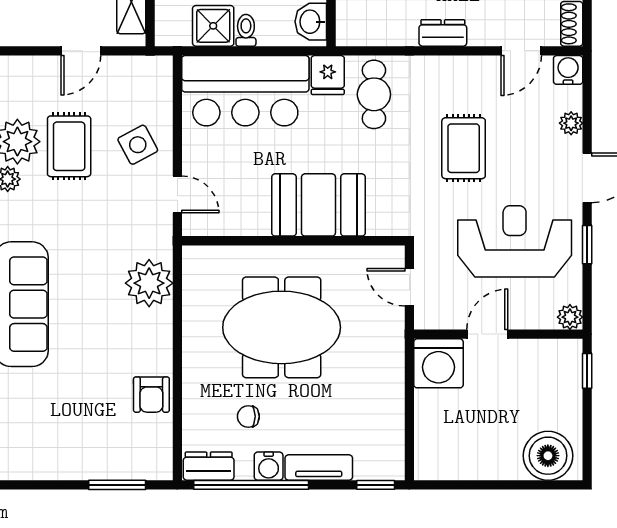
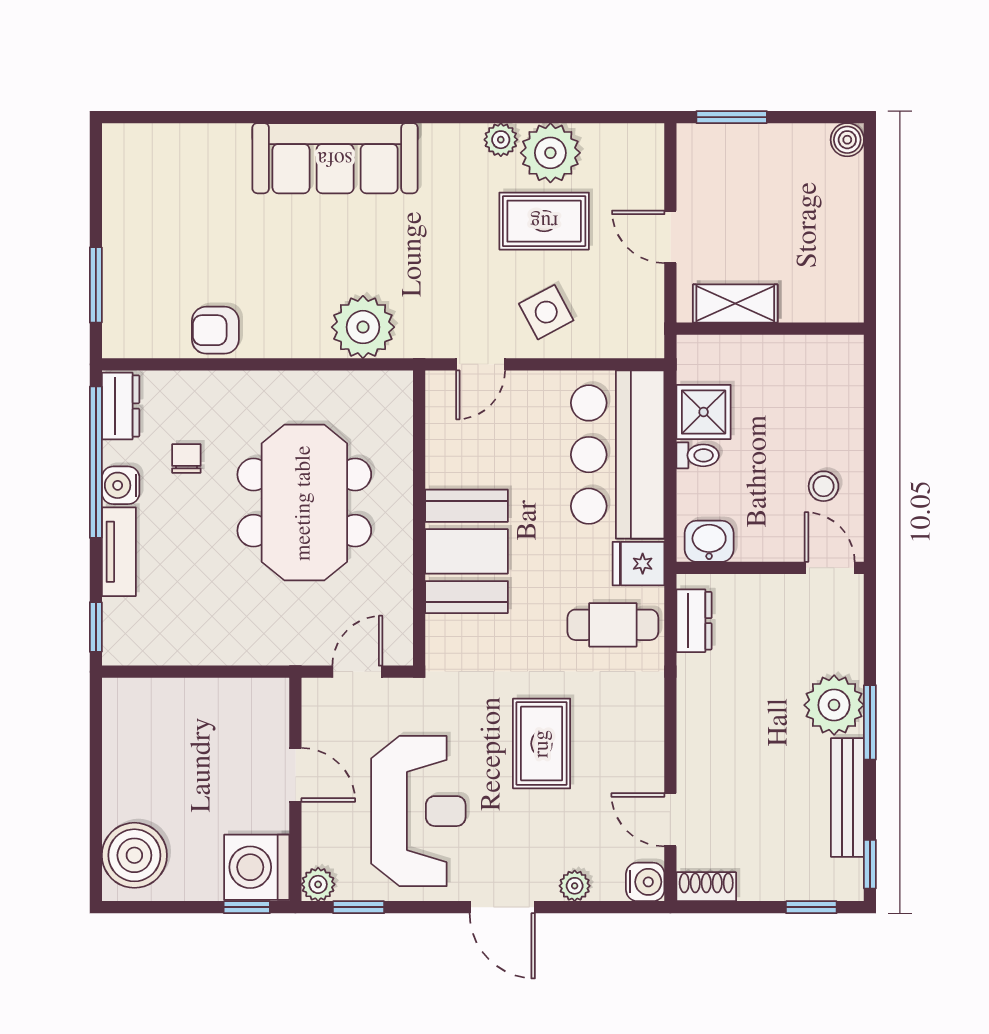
dresser: (443, 33) -> (694, 621), moved
rug: (464, 148) -> (542, 744), turned 90
window: (587, 245) -> (359, 907), moved
washing machine: (438, 363) -> (257, 867), moved

